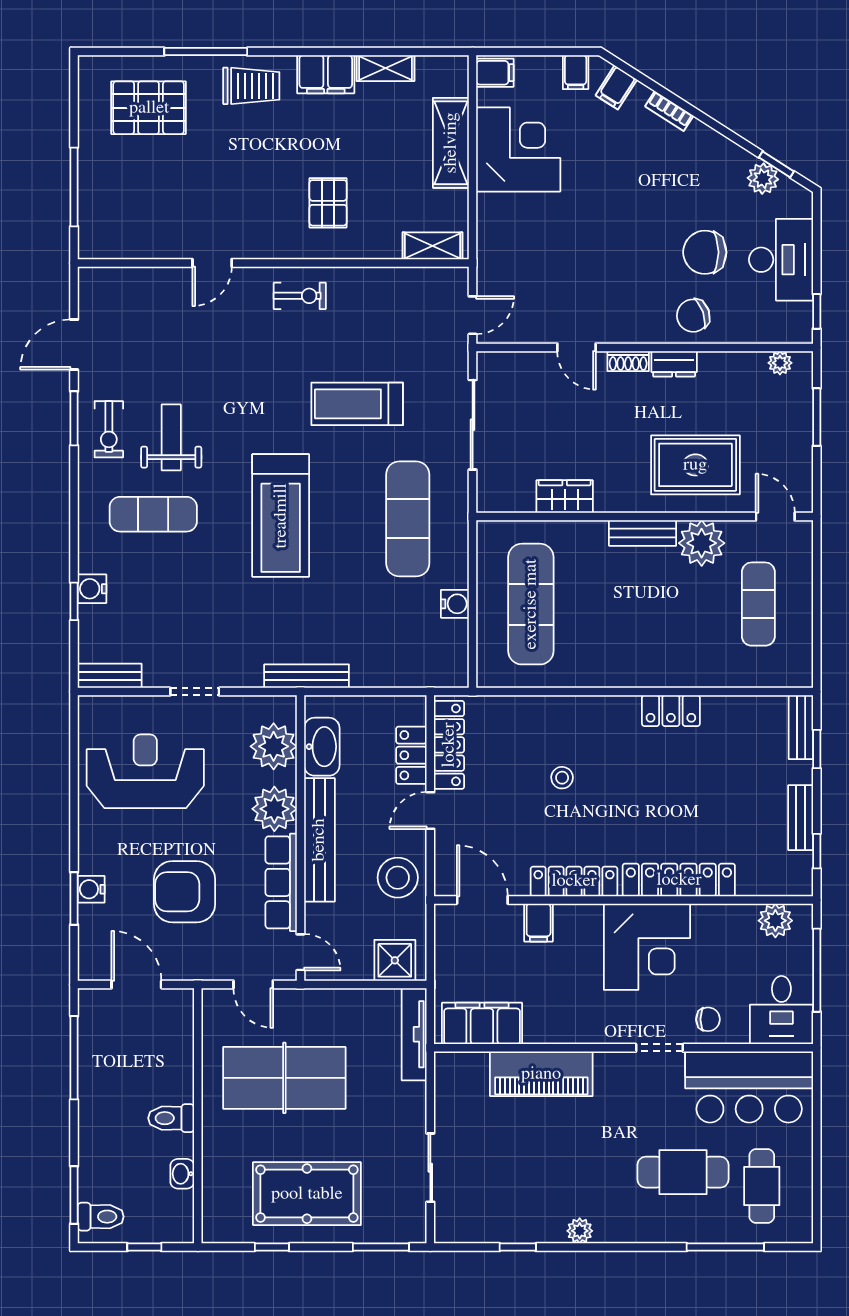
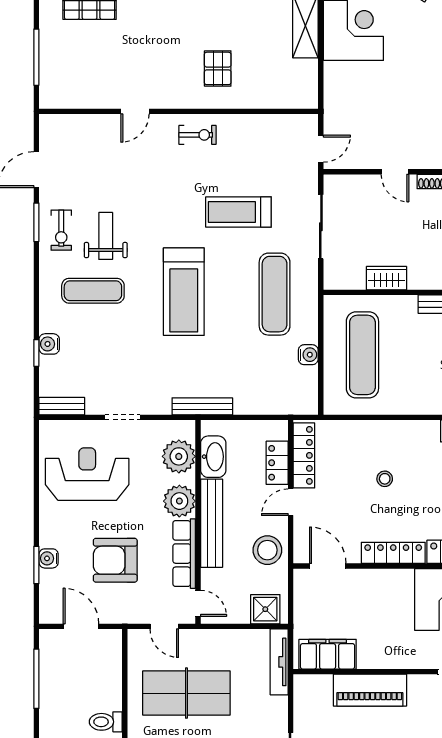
shelving: (433, 246) -> (292, 99), removed
filing cabinet: (539, 923) -> (368, 582), removed

